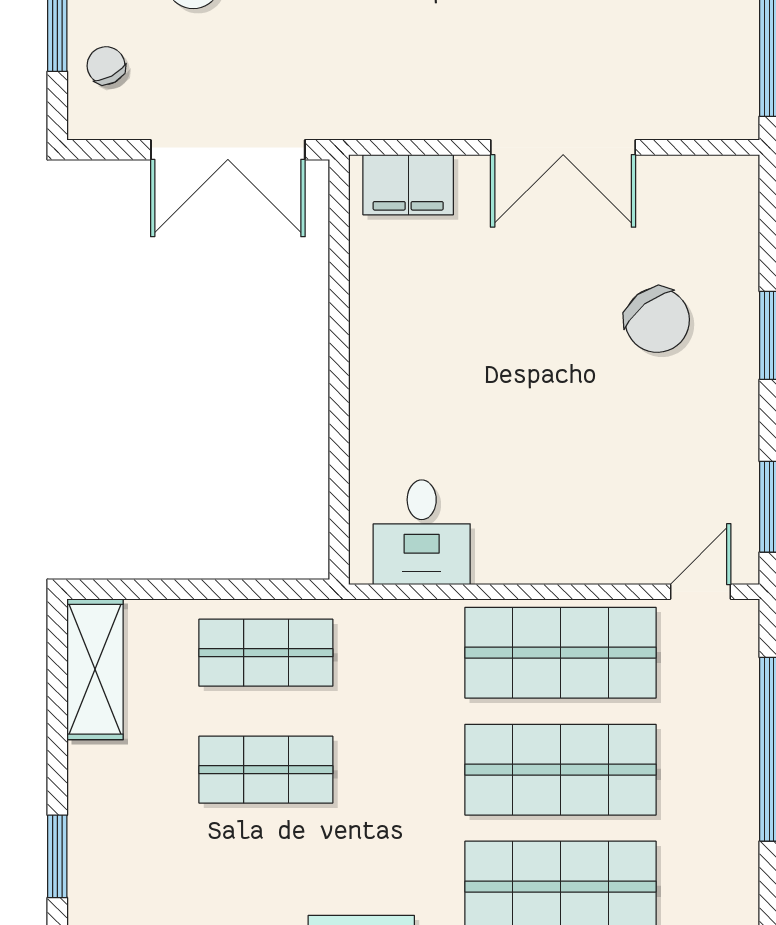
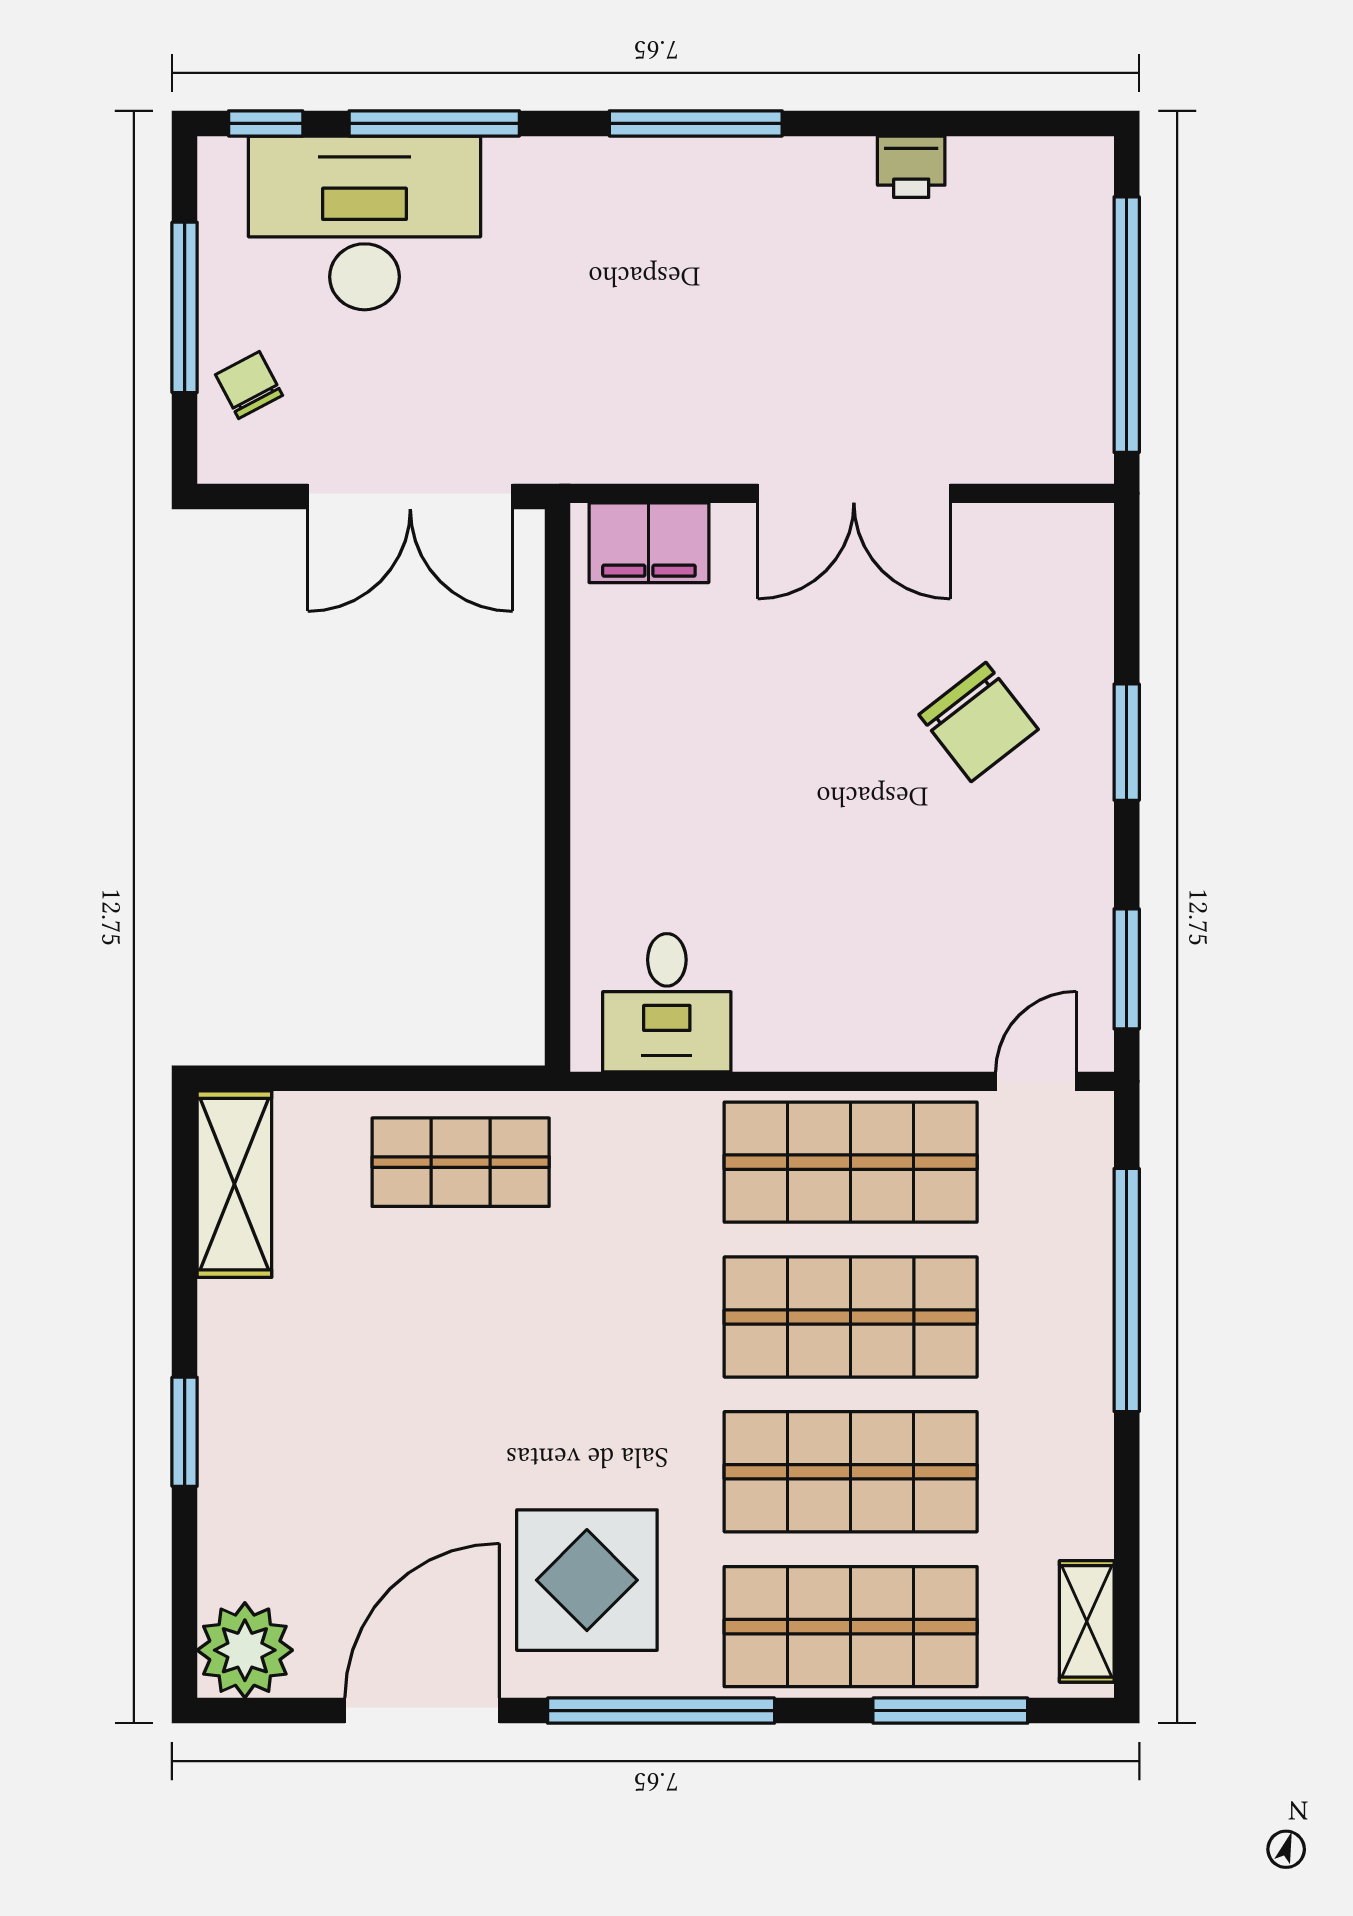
shop shelf: (266, 770) -> (461, 1317), removed

